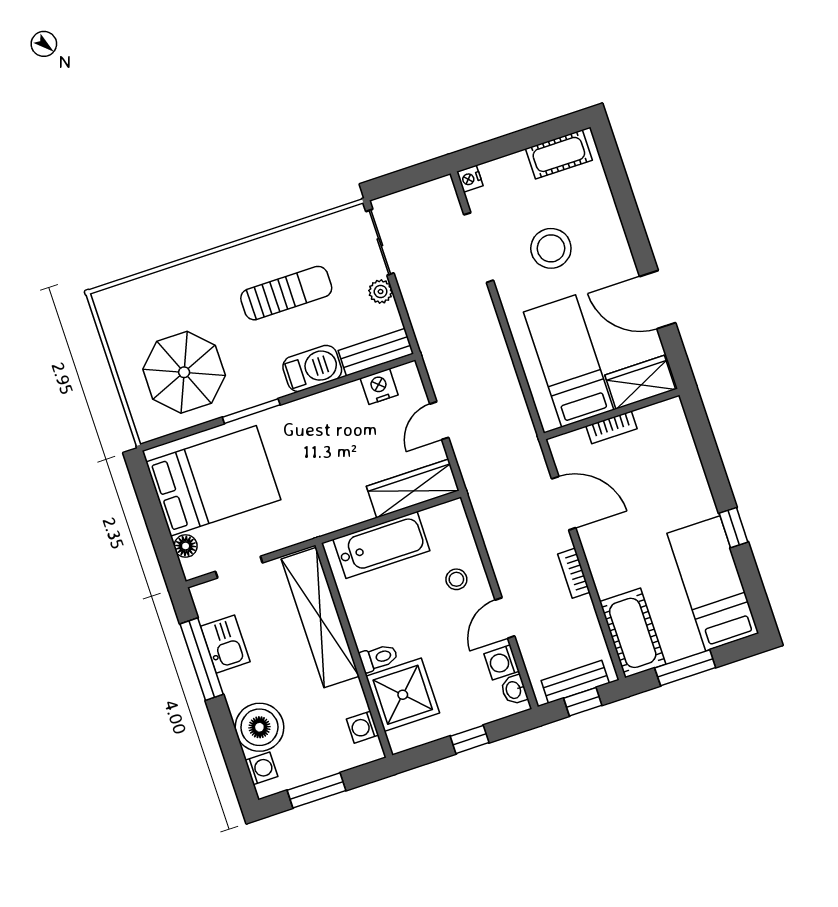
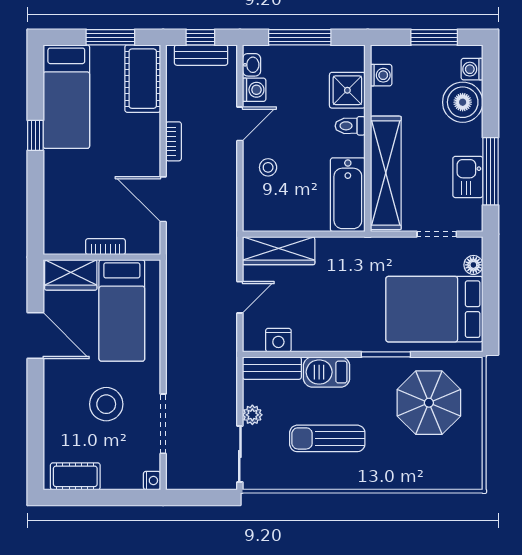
bathtub: (381, 545) -> (348, 195), moved, turned -90
shower: (403, 695) -> (347, 90), width x0.73, depth x0.73
window: (470, 739) -> (300, 37), width x2.17

